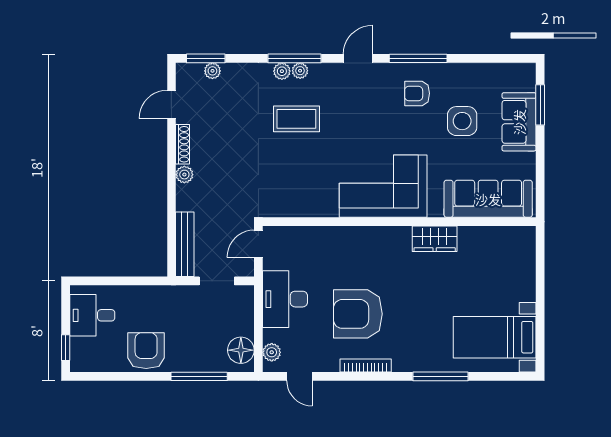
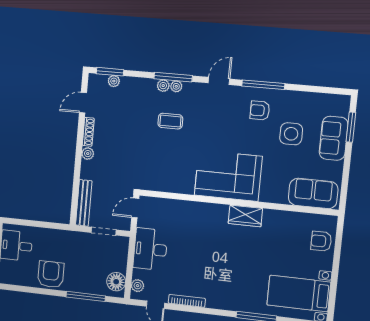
coffee table: (296, 119) -> (170, 121), width x0.73, depth x0.77
sofa: (488, 199) -> (313, 193), width x0.73
wardrobe: (435, 239) -> (245, 216), moved
armchair: (358, 314) -> (321, 241), moved, width x0.53, depth x0.53
bookcase: (366, 366) -> (187, 301), moved

